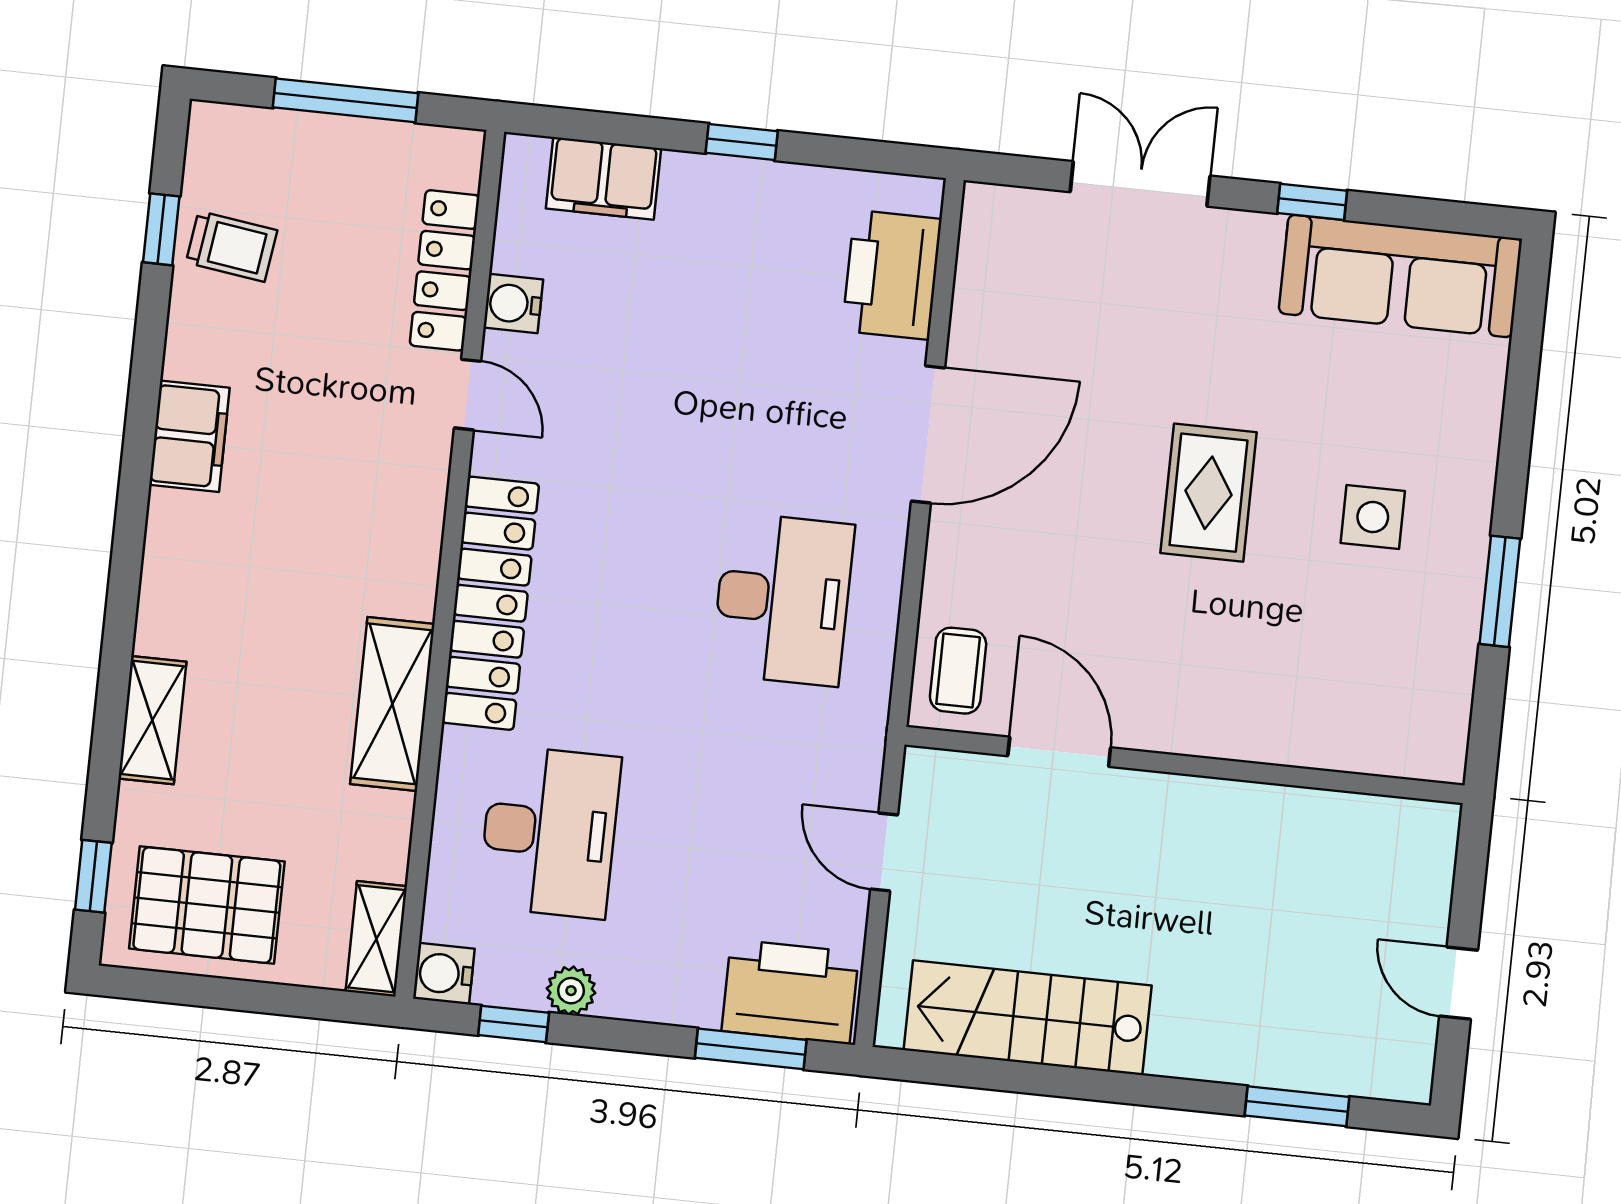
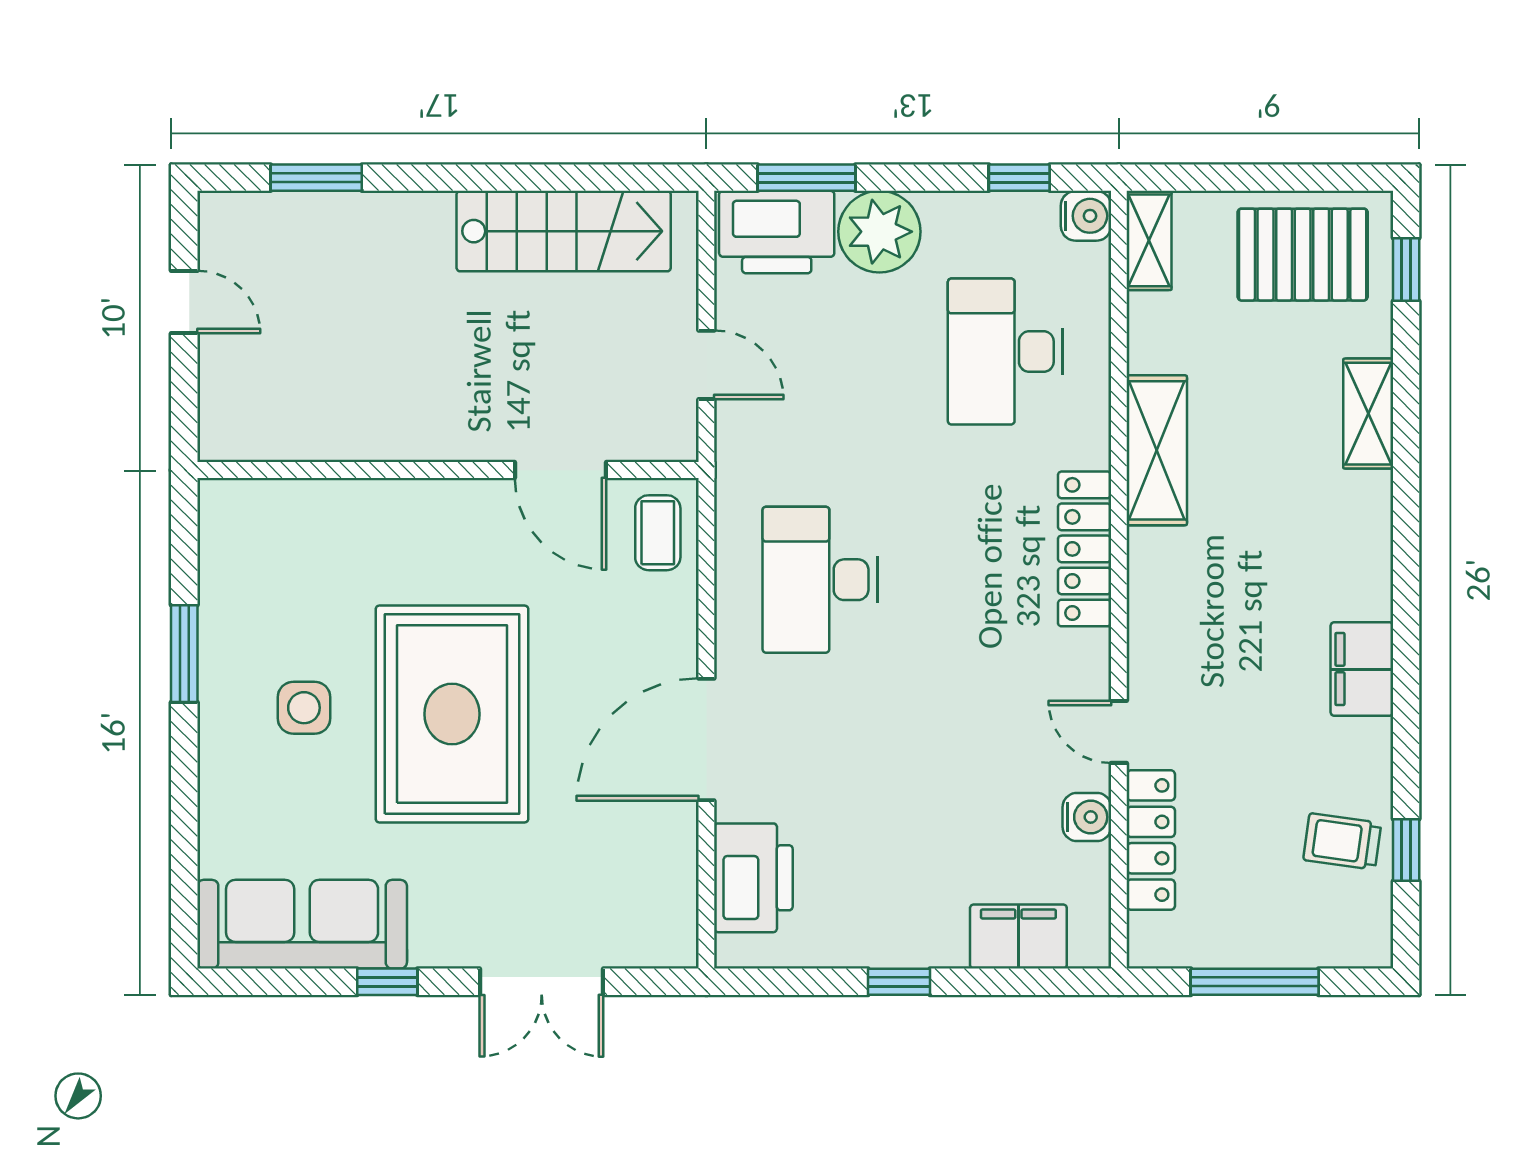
rug: (1209, 493) -> (452, 714), width x1.86, depth x2.06
locker: (490, 603) -> (1085, 549), width x0.71, depth x0.83
plant: (571, 991) -> (879, 232), moved, width x1.87, depth x1.87

